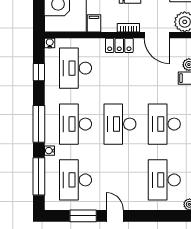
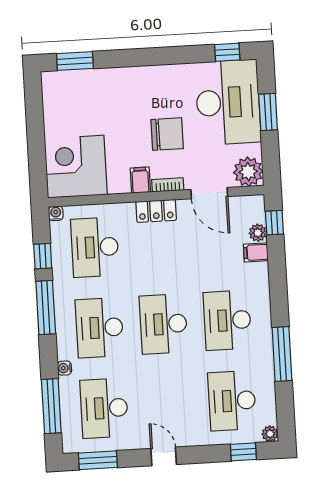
filing cabinet: (94, 23) -> (140, 180), moved
window: (39, 124) -> (46, 308), moved
window: (83, 216) -> (98, 460), moved
window: (170, 216) -> (243, 452), added

